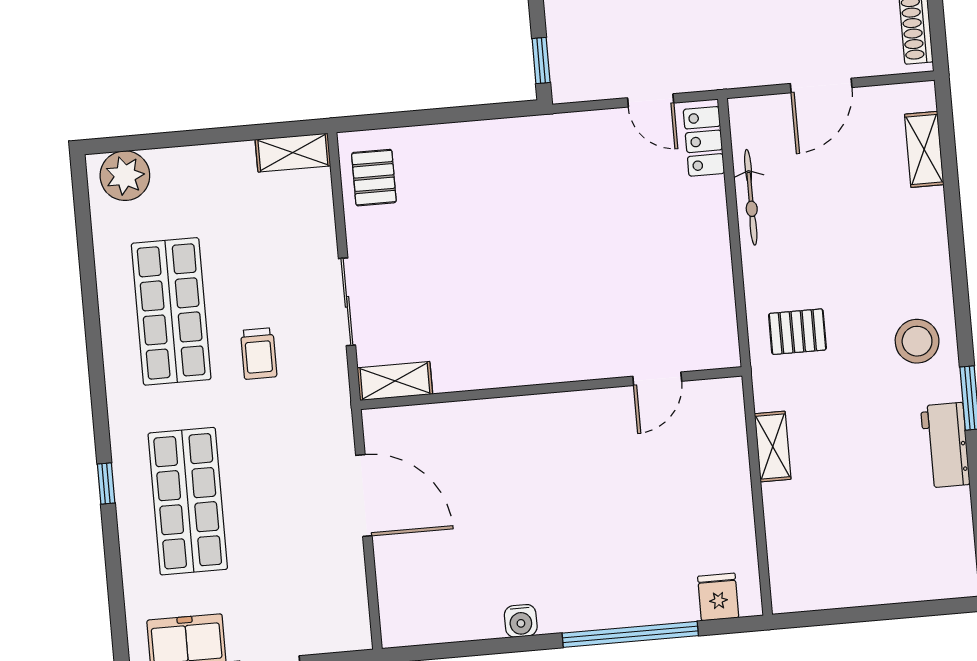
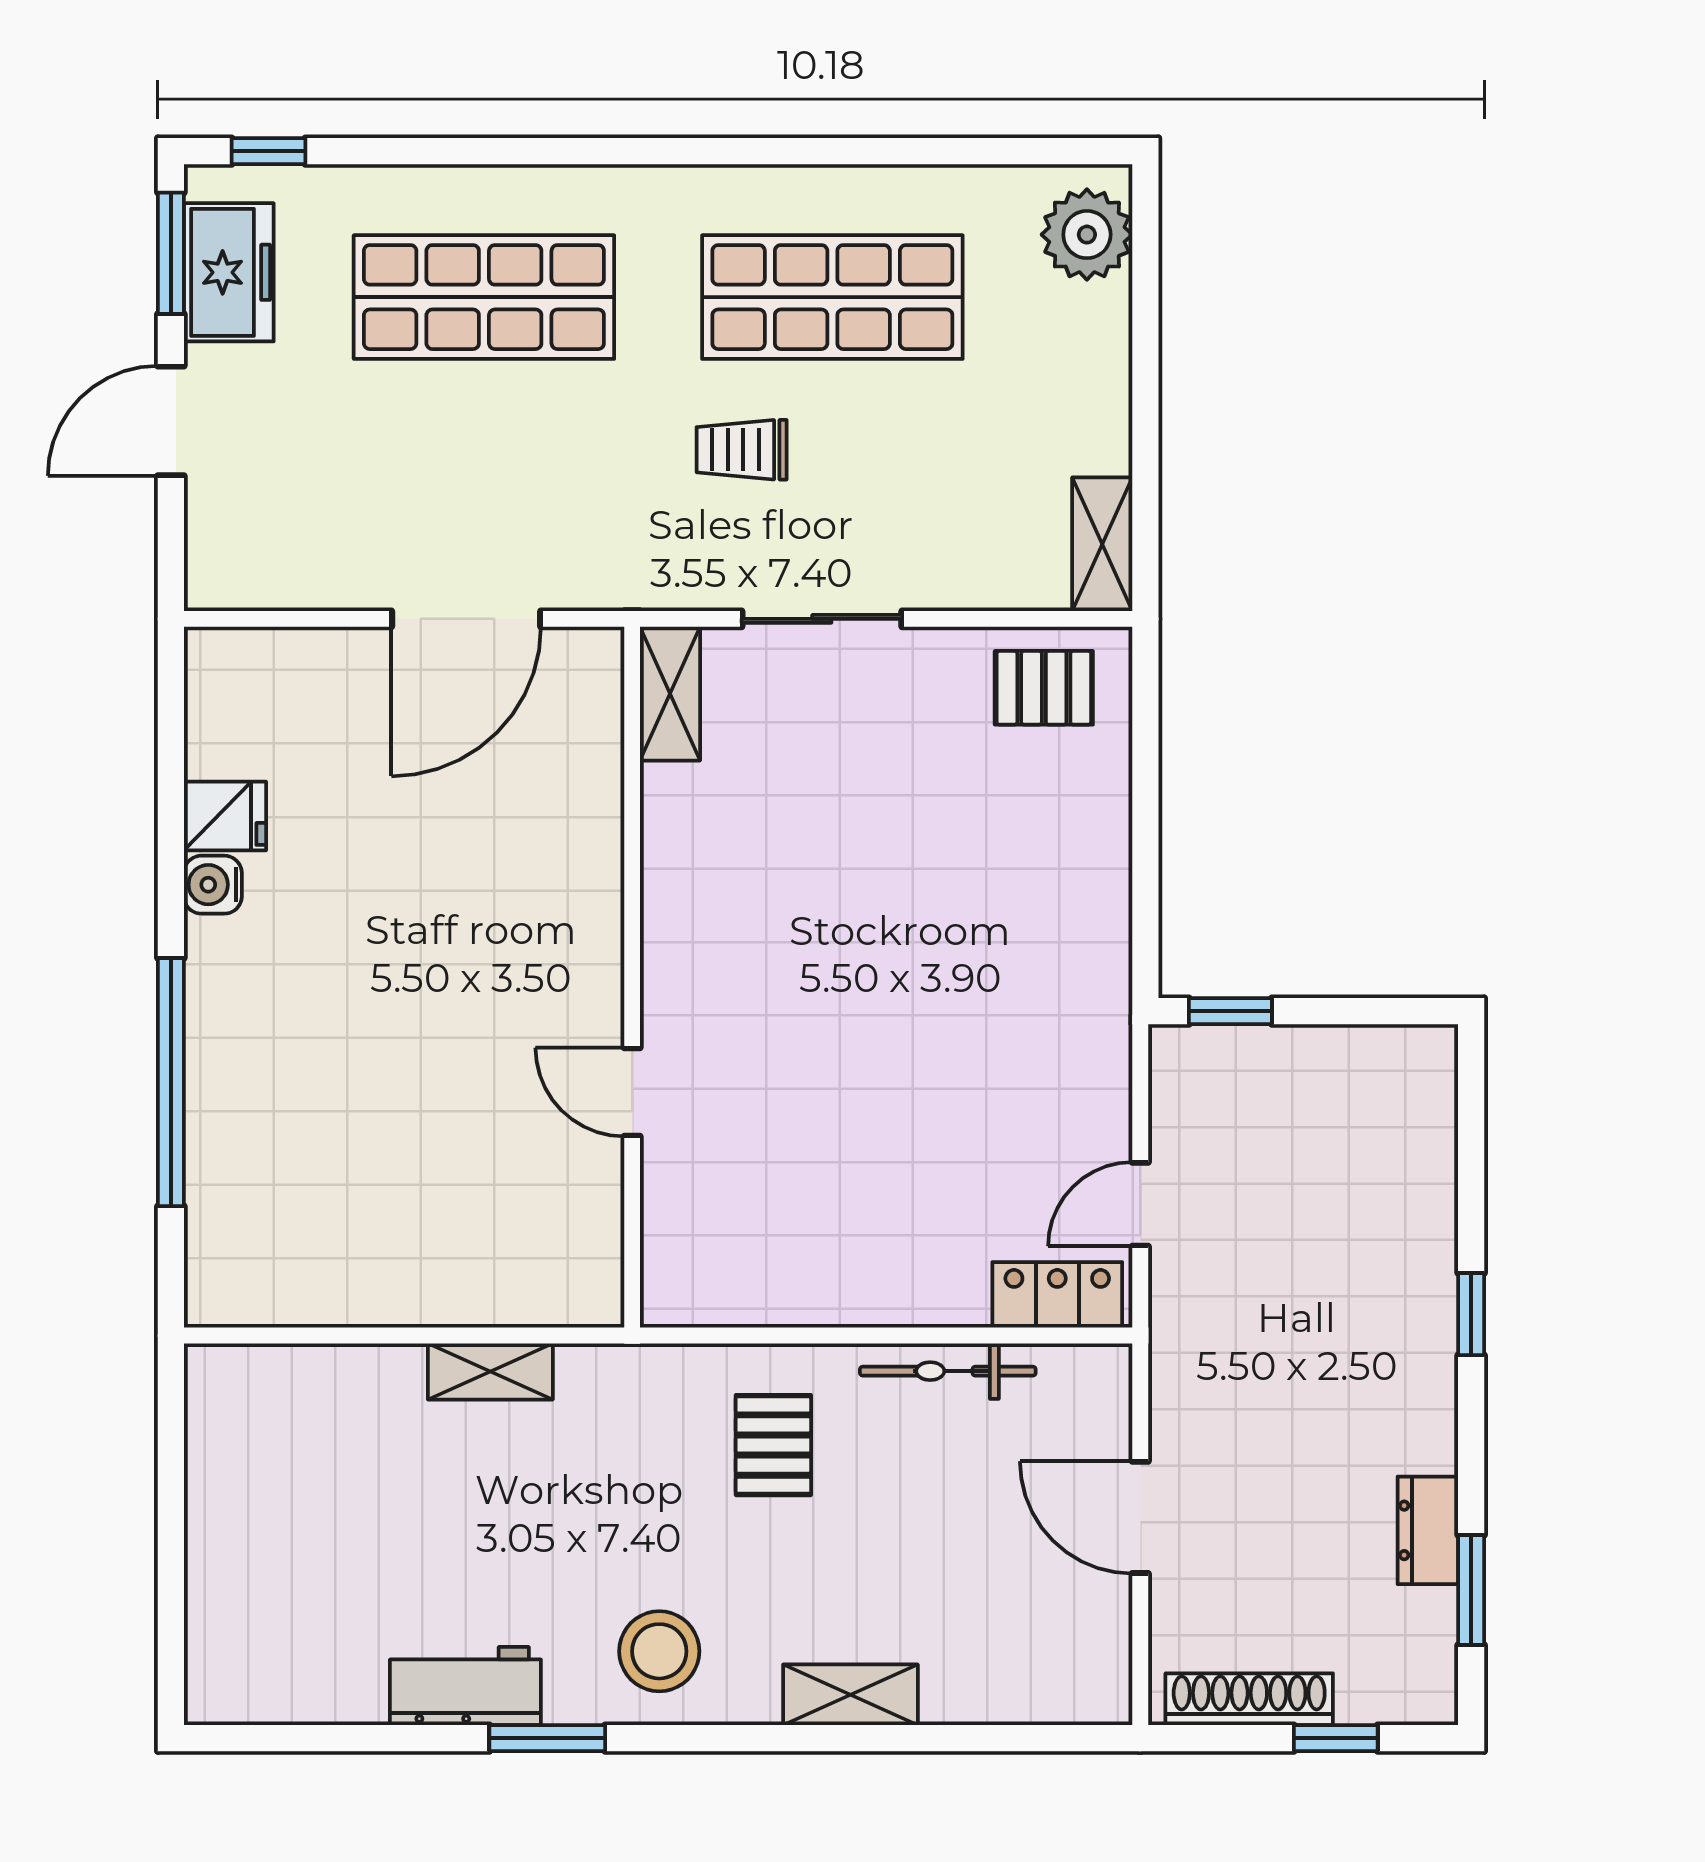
shelving: (924, 149) -> (850, 1695), moved
pallet: (797, 332) -> (773, 1445), moved
door: (657, 379) -> (632, 1092), moved
window: (106, 484) -> (268, 151), moved
fridge: (718, 597) -> (225, 816), moved

